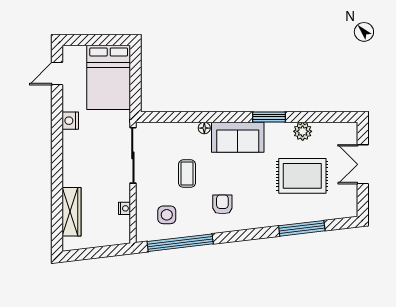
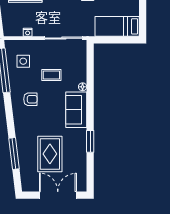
bed: (109, 77) -> (117, 26), width x0.67
window: (269, 117) -> (90, 141), moved
plant: (303, 131) -> (80, 154), removed
double door: (363, 164) -> (58, 195), width x1.37

